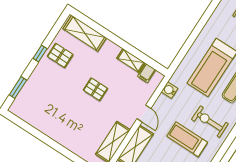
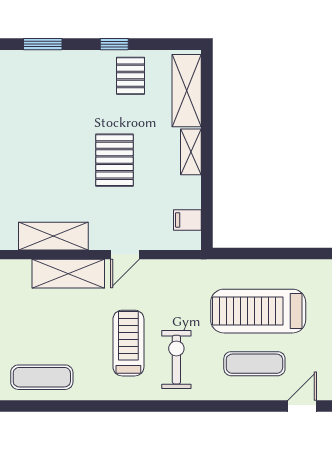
shelving: (131, 60) -> (191, 152), moved
pallet: (96, 89) -> (114, 160), width x1.50, depth x1.42
water cooler: (170, 90) -> (184, 270), removed

